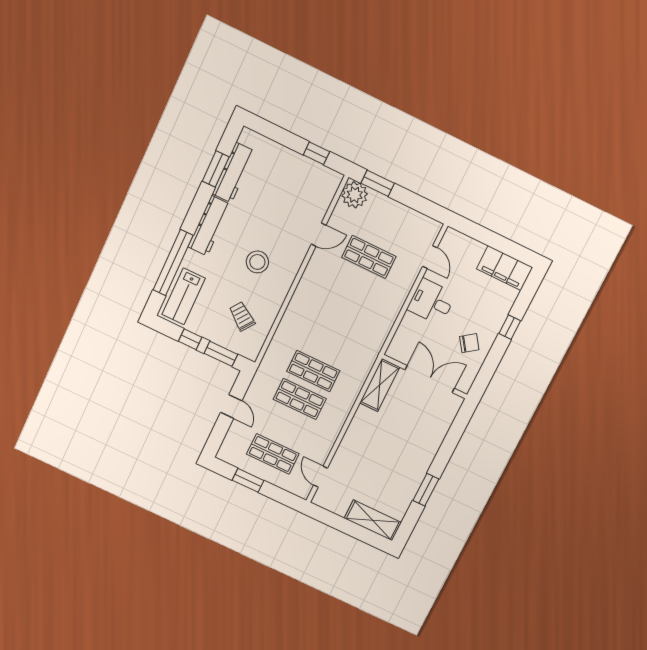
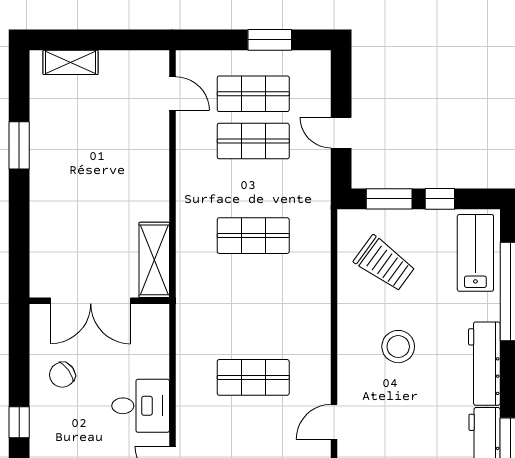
shop shelf: (369, 257) -> (253, 377), moved
trolley: (242, 316) -> (385, 264), width x1.36, depth x1.39
shop shelf: (300, 399) -> (253, 141), moved
shelving: (373, 520) -> (70, 62), width x0.67, depth x0.75

